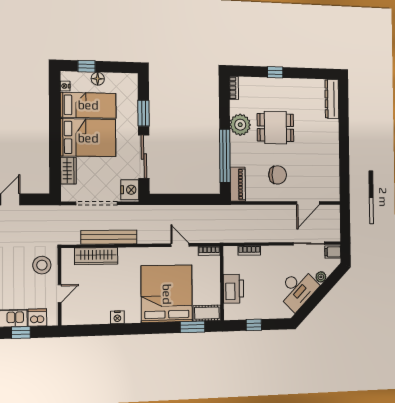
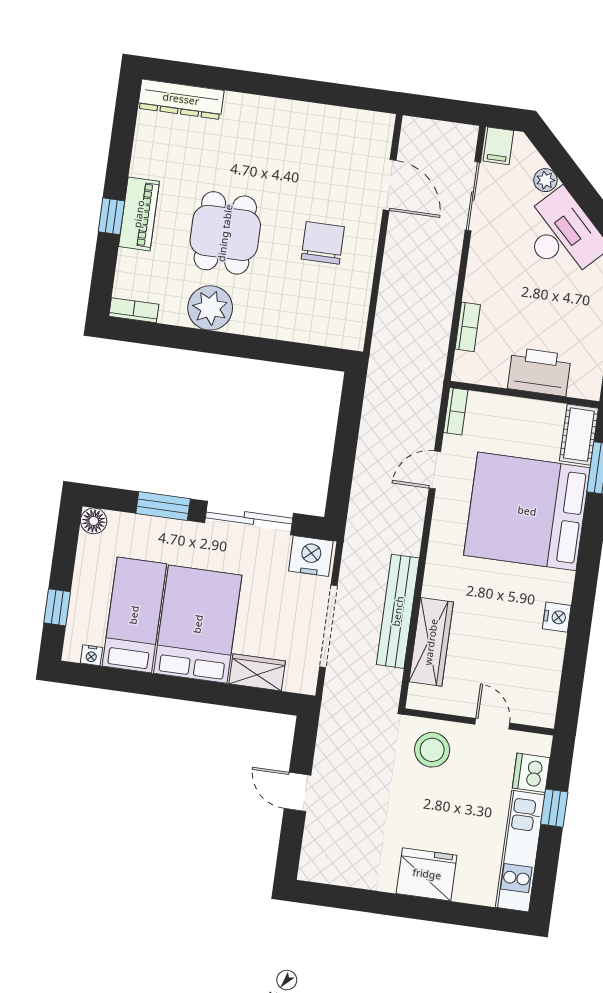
floor lamp: (98, 79) -> (94, 521), moved
window: (225, 156) -> (269, 350), removed
piano: (238, 184) -> (139, 214), moved, turned 90

